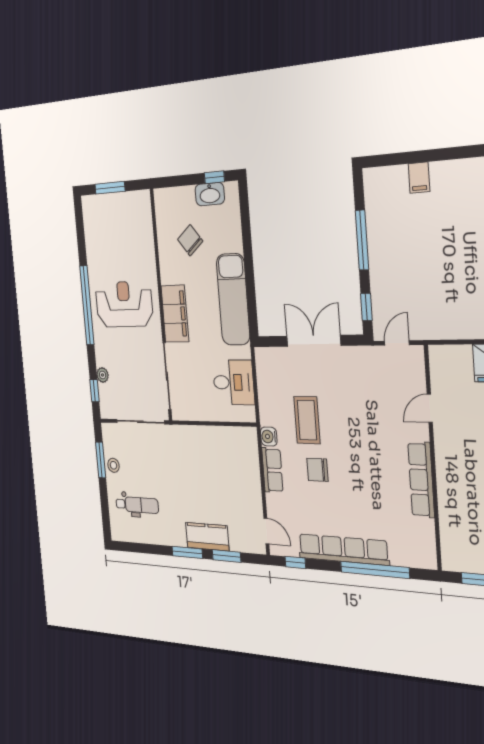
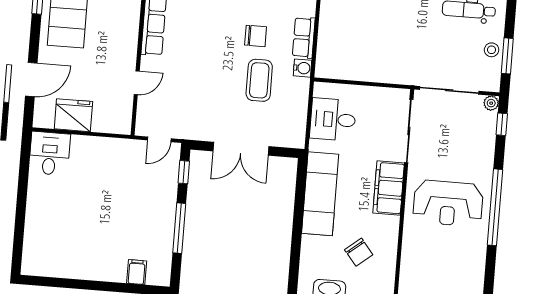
filing cabinet: (419, 178) -> (137, 272), moved
plant: (103, 375) -> (491, 103), moved

